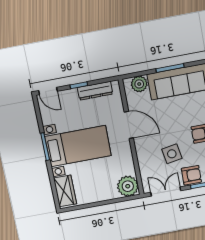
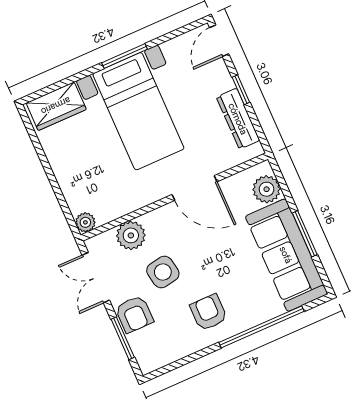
door: (129, 125) -> (195, 188), hinge flipped
plant: (147, 167) -> (131, 235), added
plant: (128, 186) -> (85, 222), width x0.53, depth x0.53
double door: (166, 192) -> (96, 278), swing flipped

